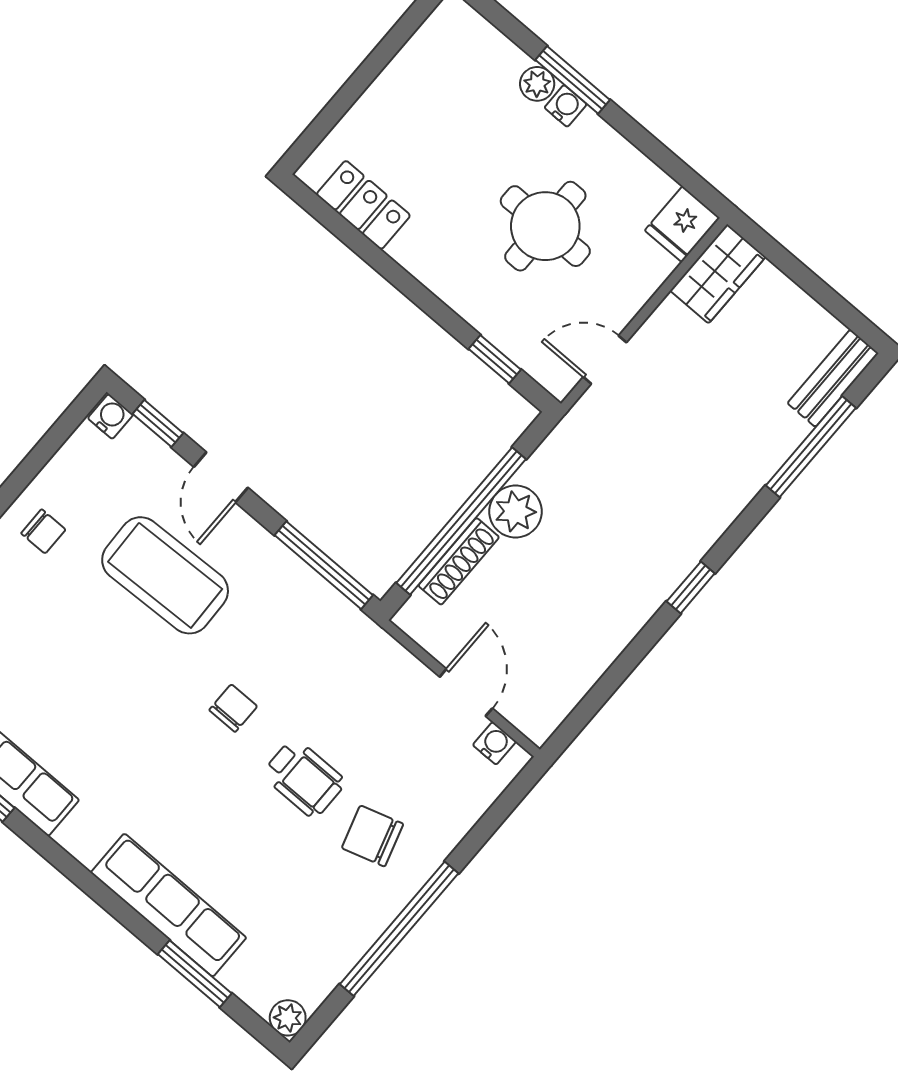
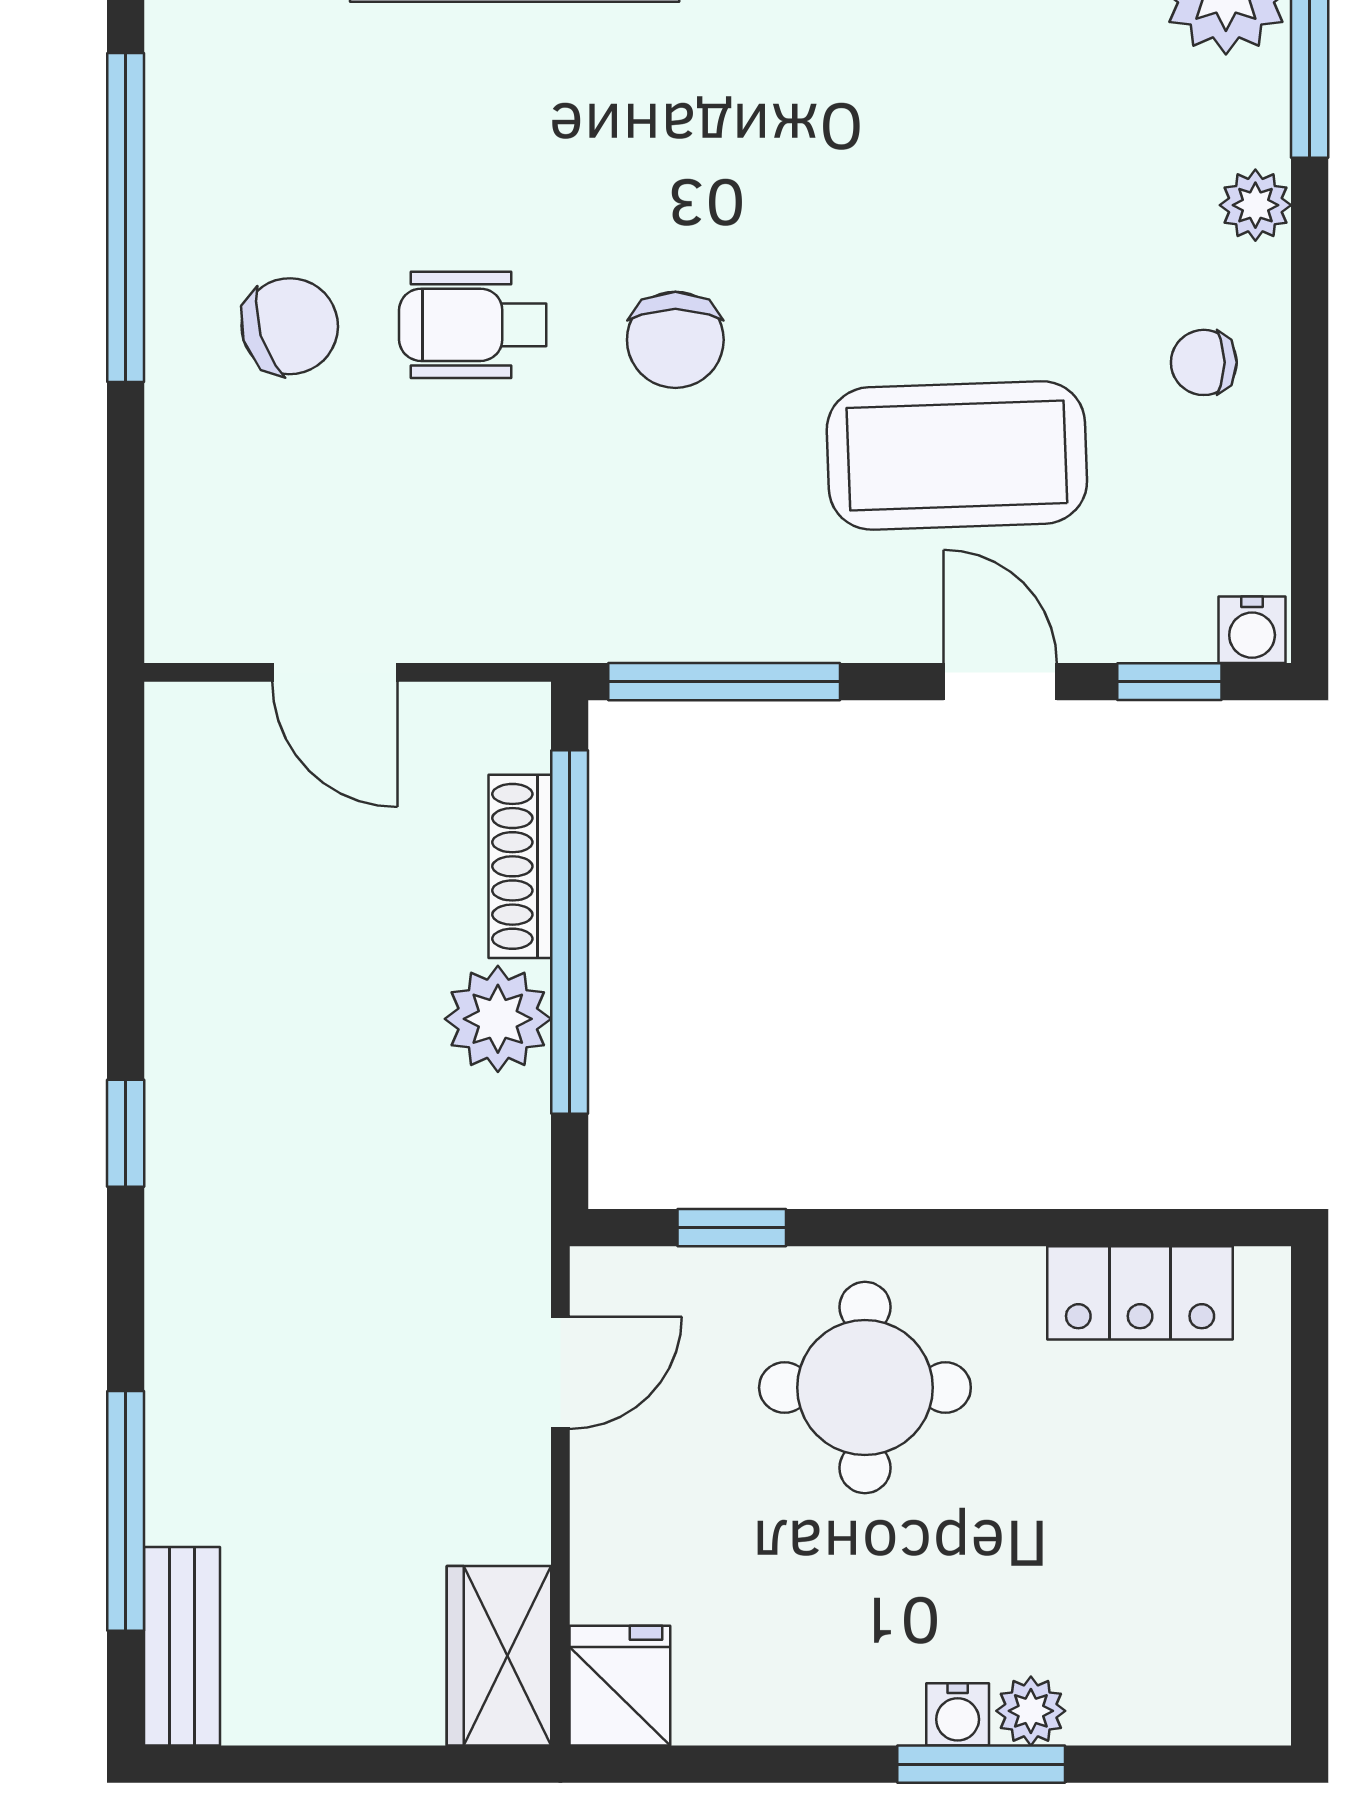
round table: (545, 226) -> (865, 1388), moved
chair: (233, 708) -> (675, 340), width x1.37, depth x1.37
water cooler: (494, 743) -> (223, 631), removed

